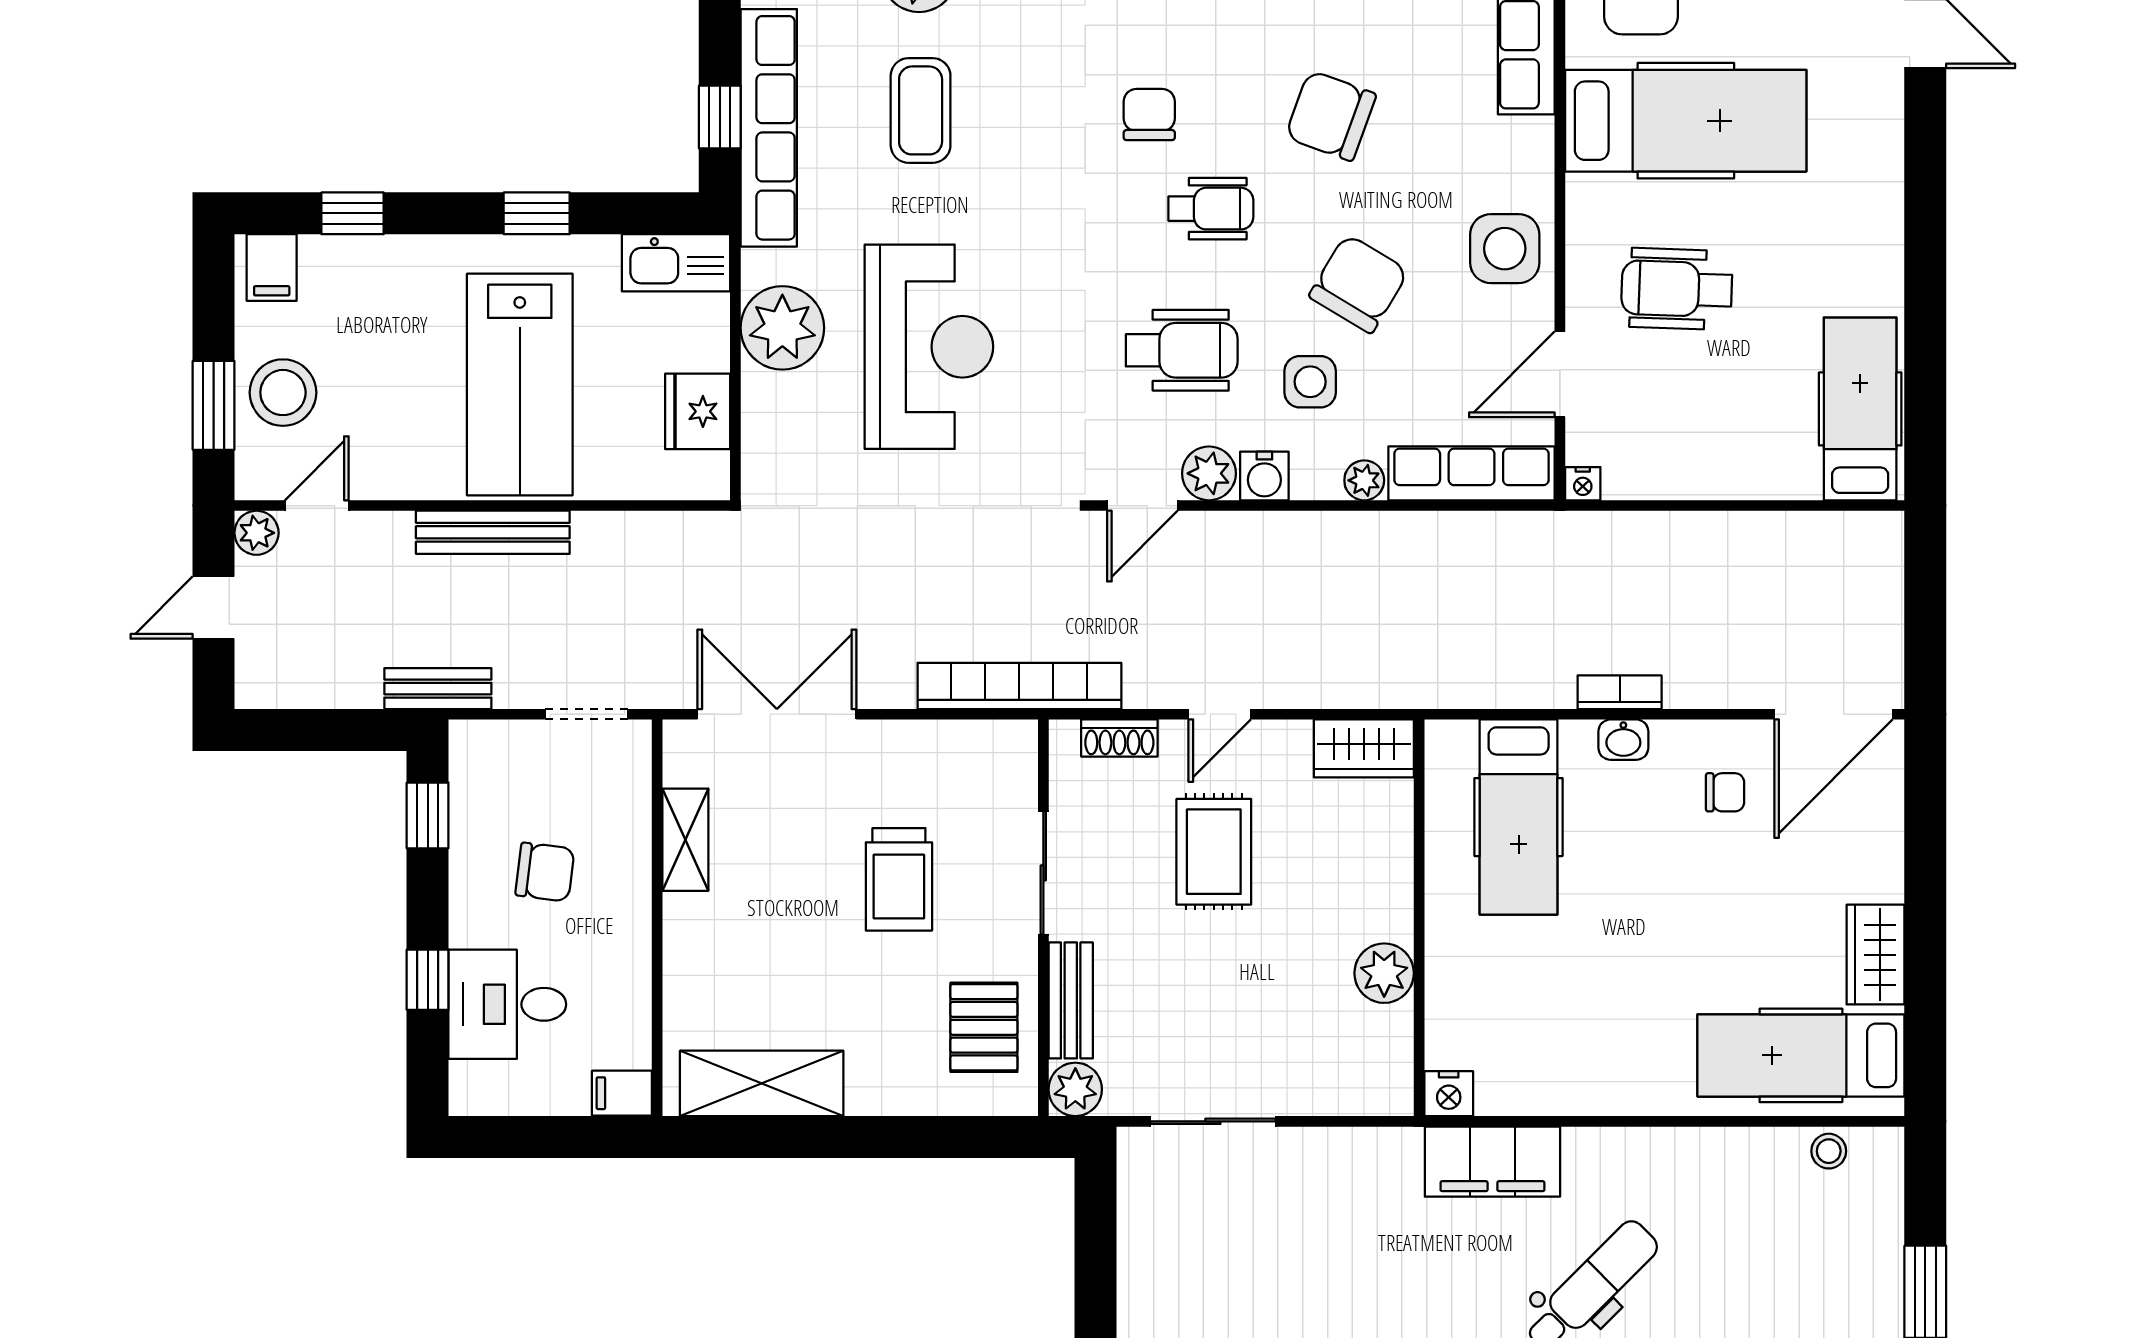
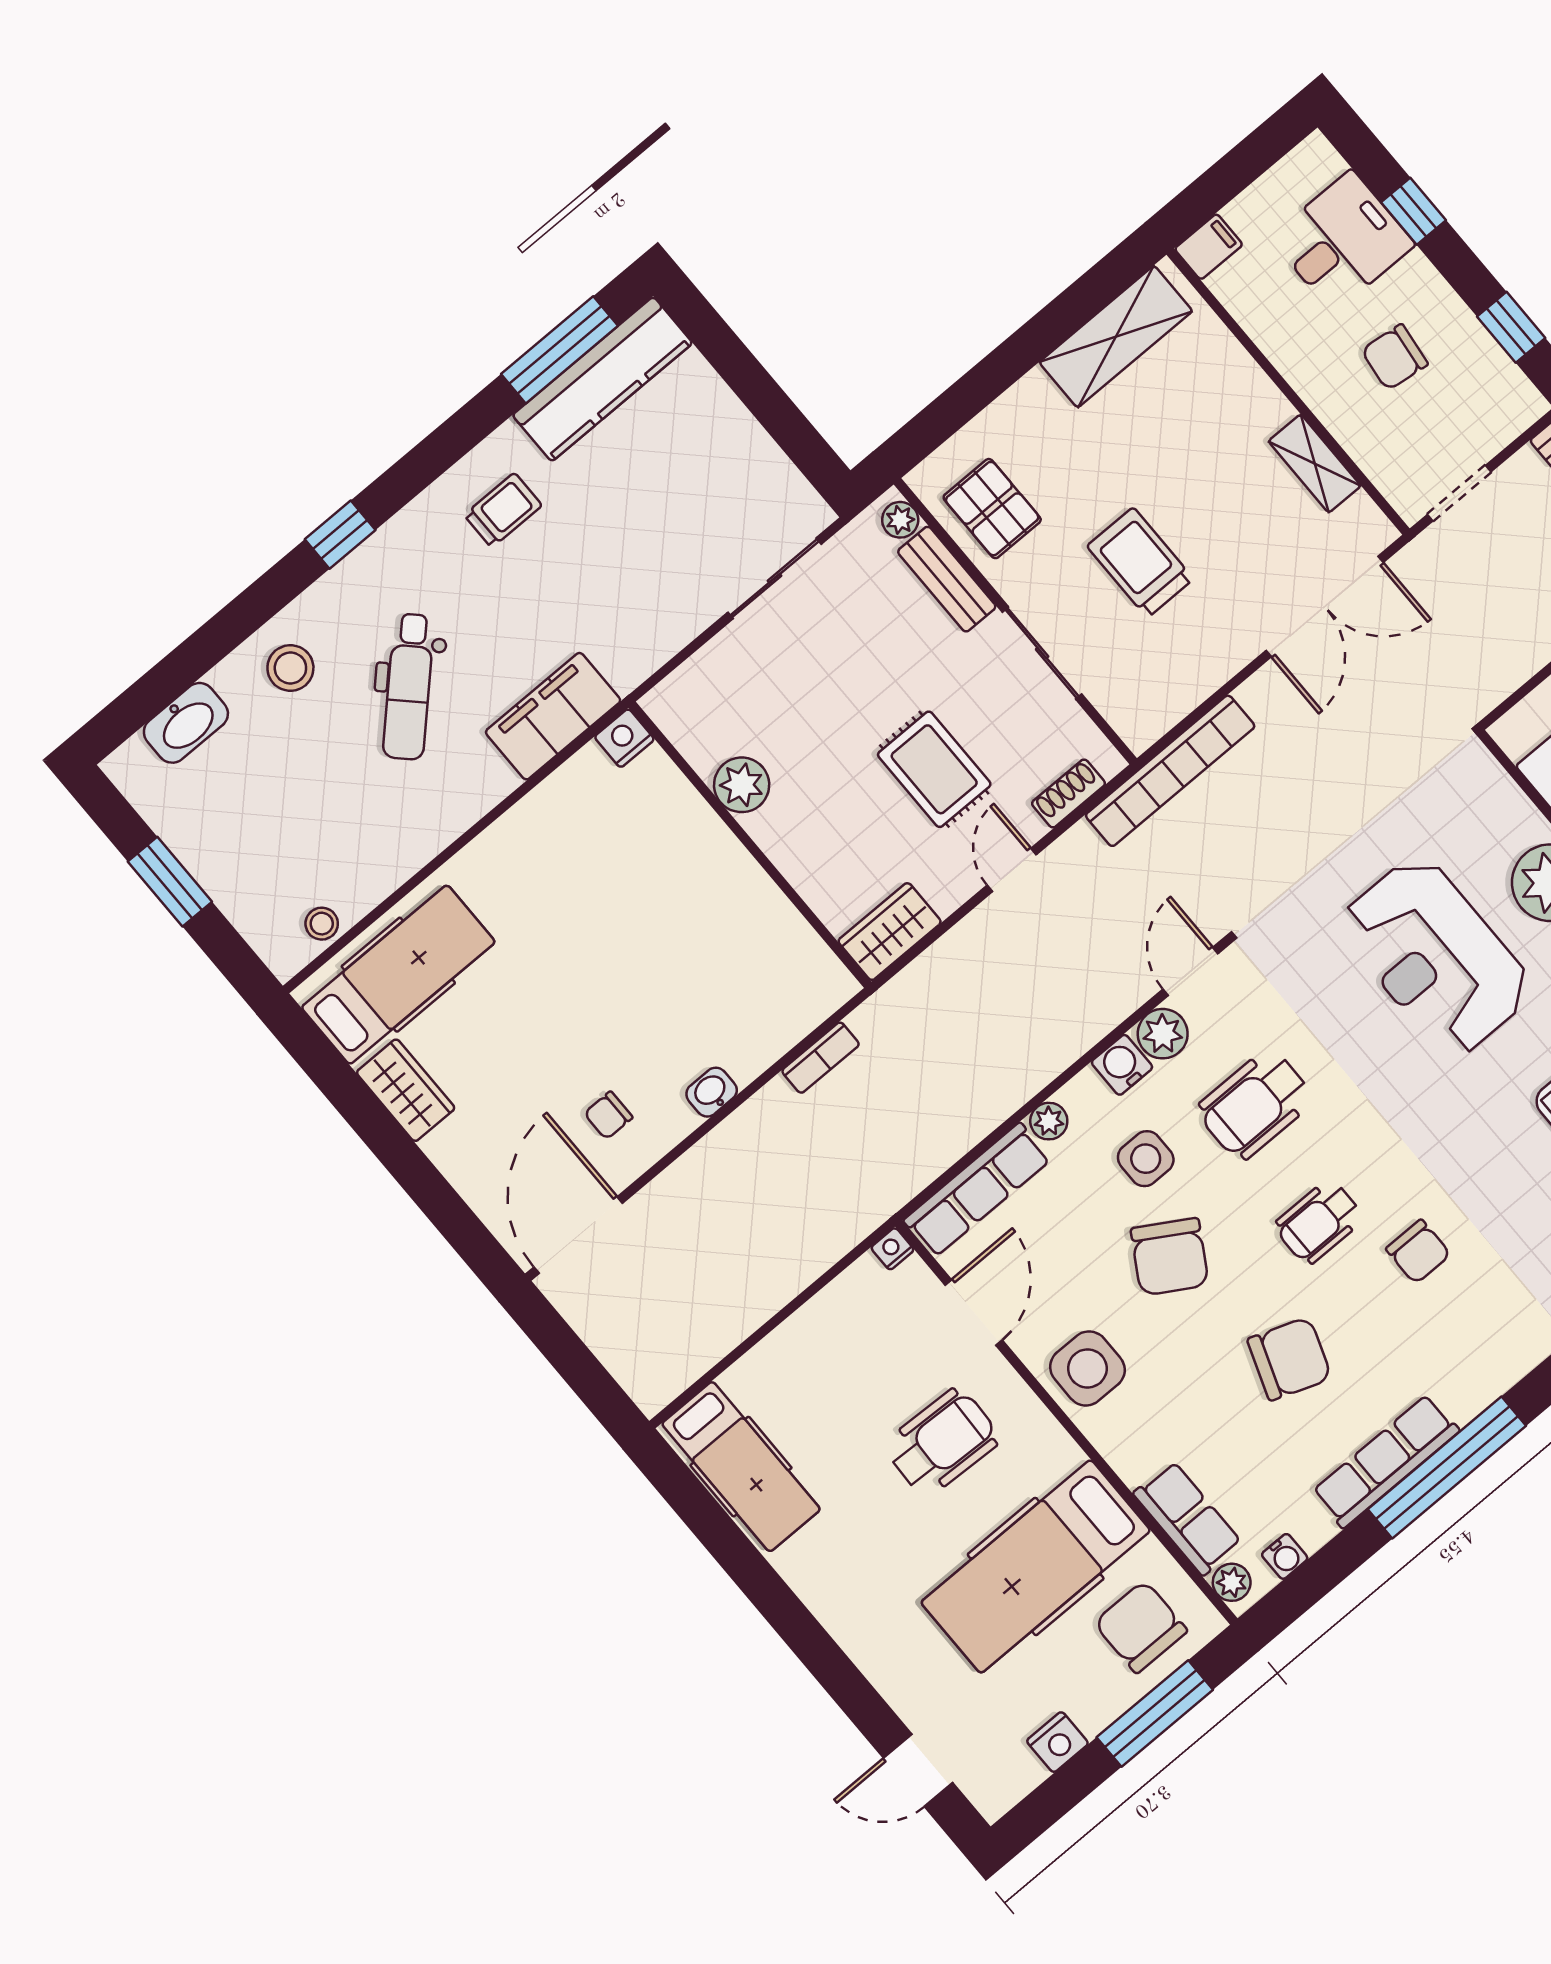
bookcase: (1620, 692) -> (821, 1058), moved
hospital bed: (1519, 817) -> (740, 975), removed
plant: (1075, 1089) -> (900, 520), width x0.73, depth x0.73

